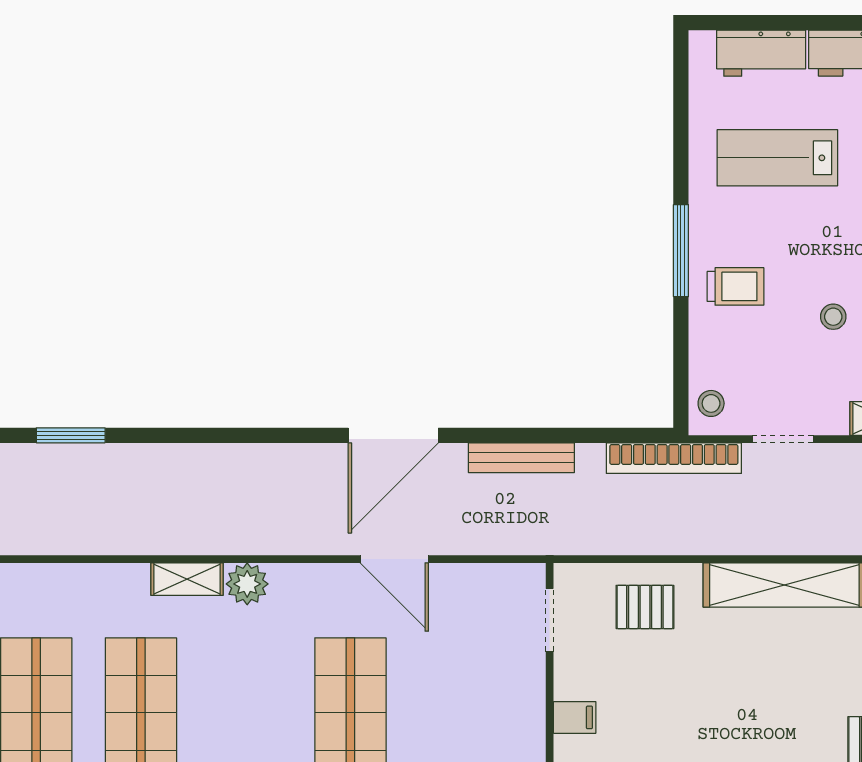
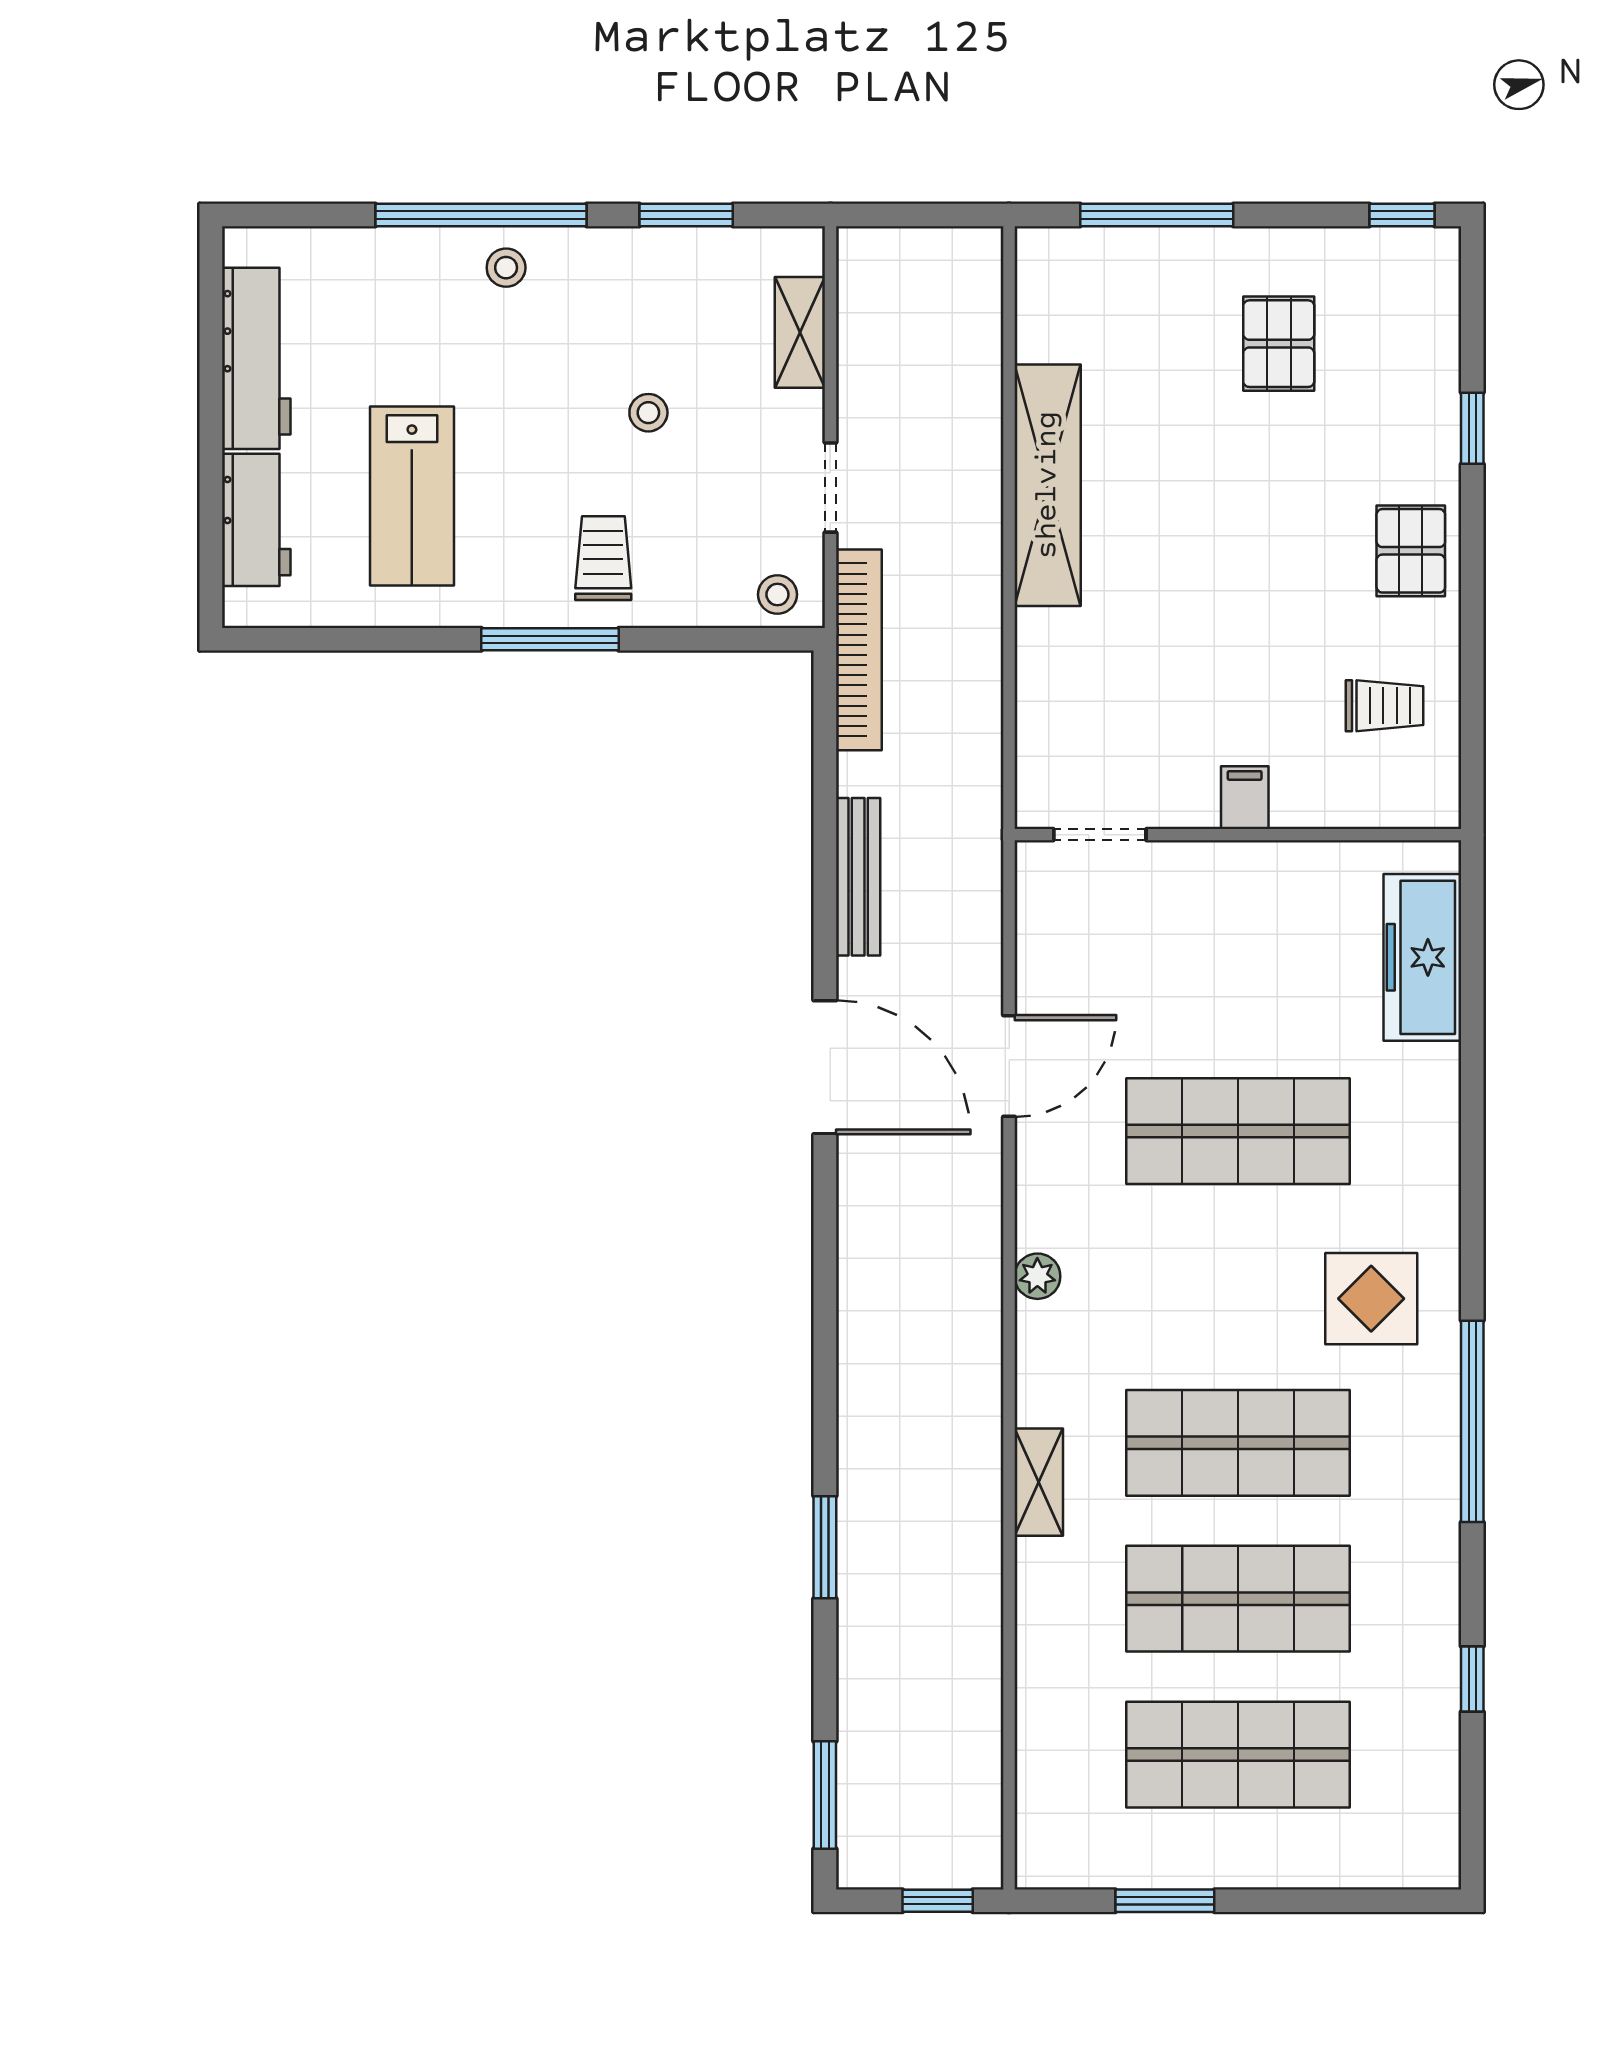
shelving: (187, 579) -> (1039, 1482), moved
plant: (247, 584) -> (1037, 1276), width x0.73, depth x0.73
pallet: (645, 607) -> (1080, 693), removed

